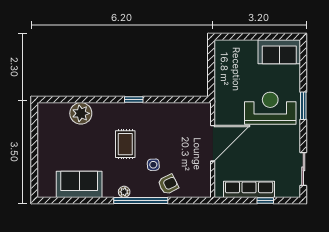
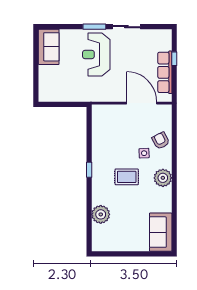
door: (213, 143) -> (142, 103), moved
sliding door: (303, 169) -> (126, 27), moved
sofa: (79, 184) -> (161, 232), moved
plant: (124, 192) -> (163, 178), width x1.88, depth x1.88
window: (141, 200) -> (174, 164), removed

